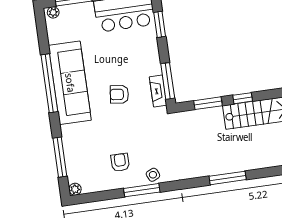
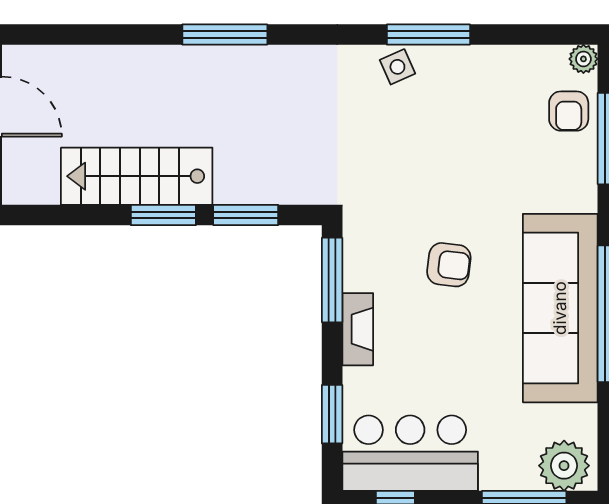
plant: (53, 12) -> (564, 466), width x1.87, depth x1.87
fireplace: (158, 91) -> (358, 329), moved
window: (243, 98) -> (163, 215), width x1.50
armchair: (120, 162) -> (569, 111), moved

